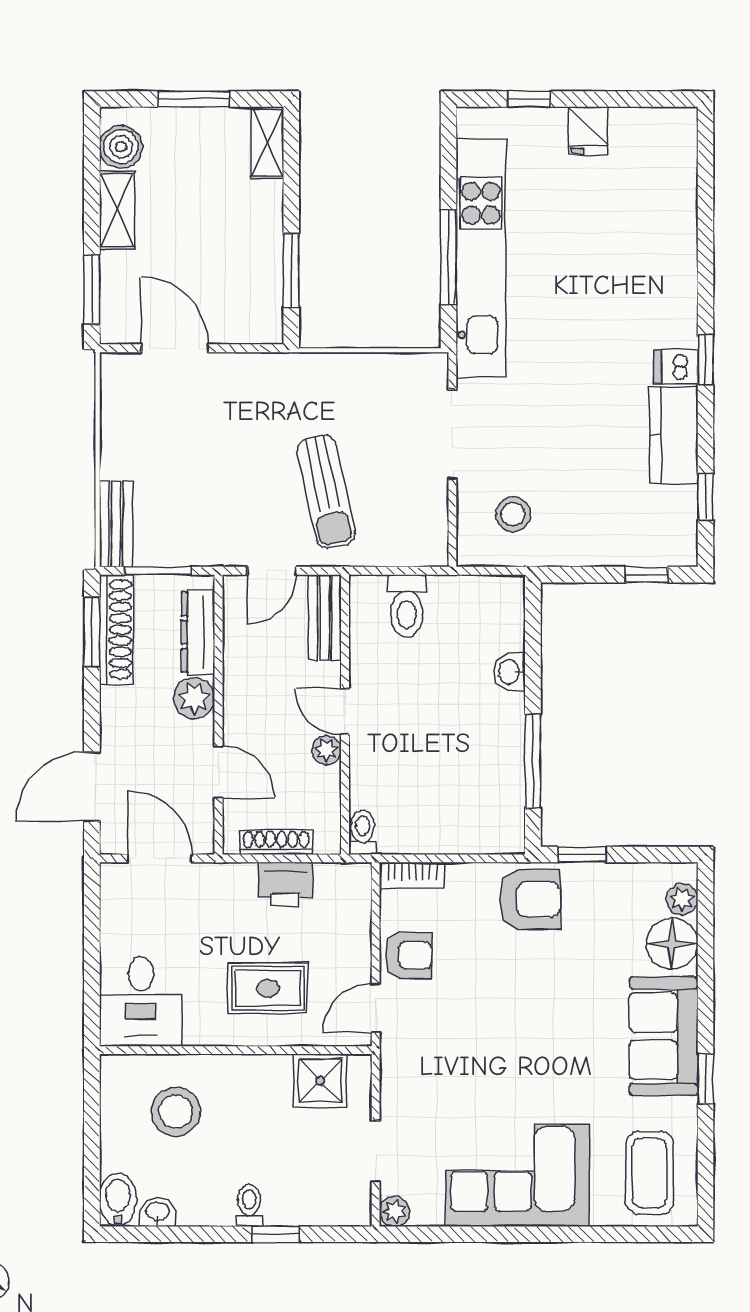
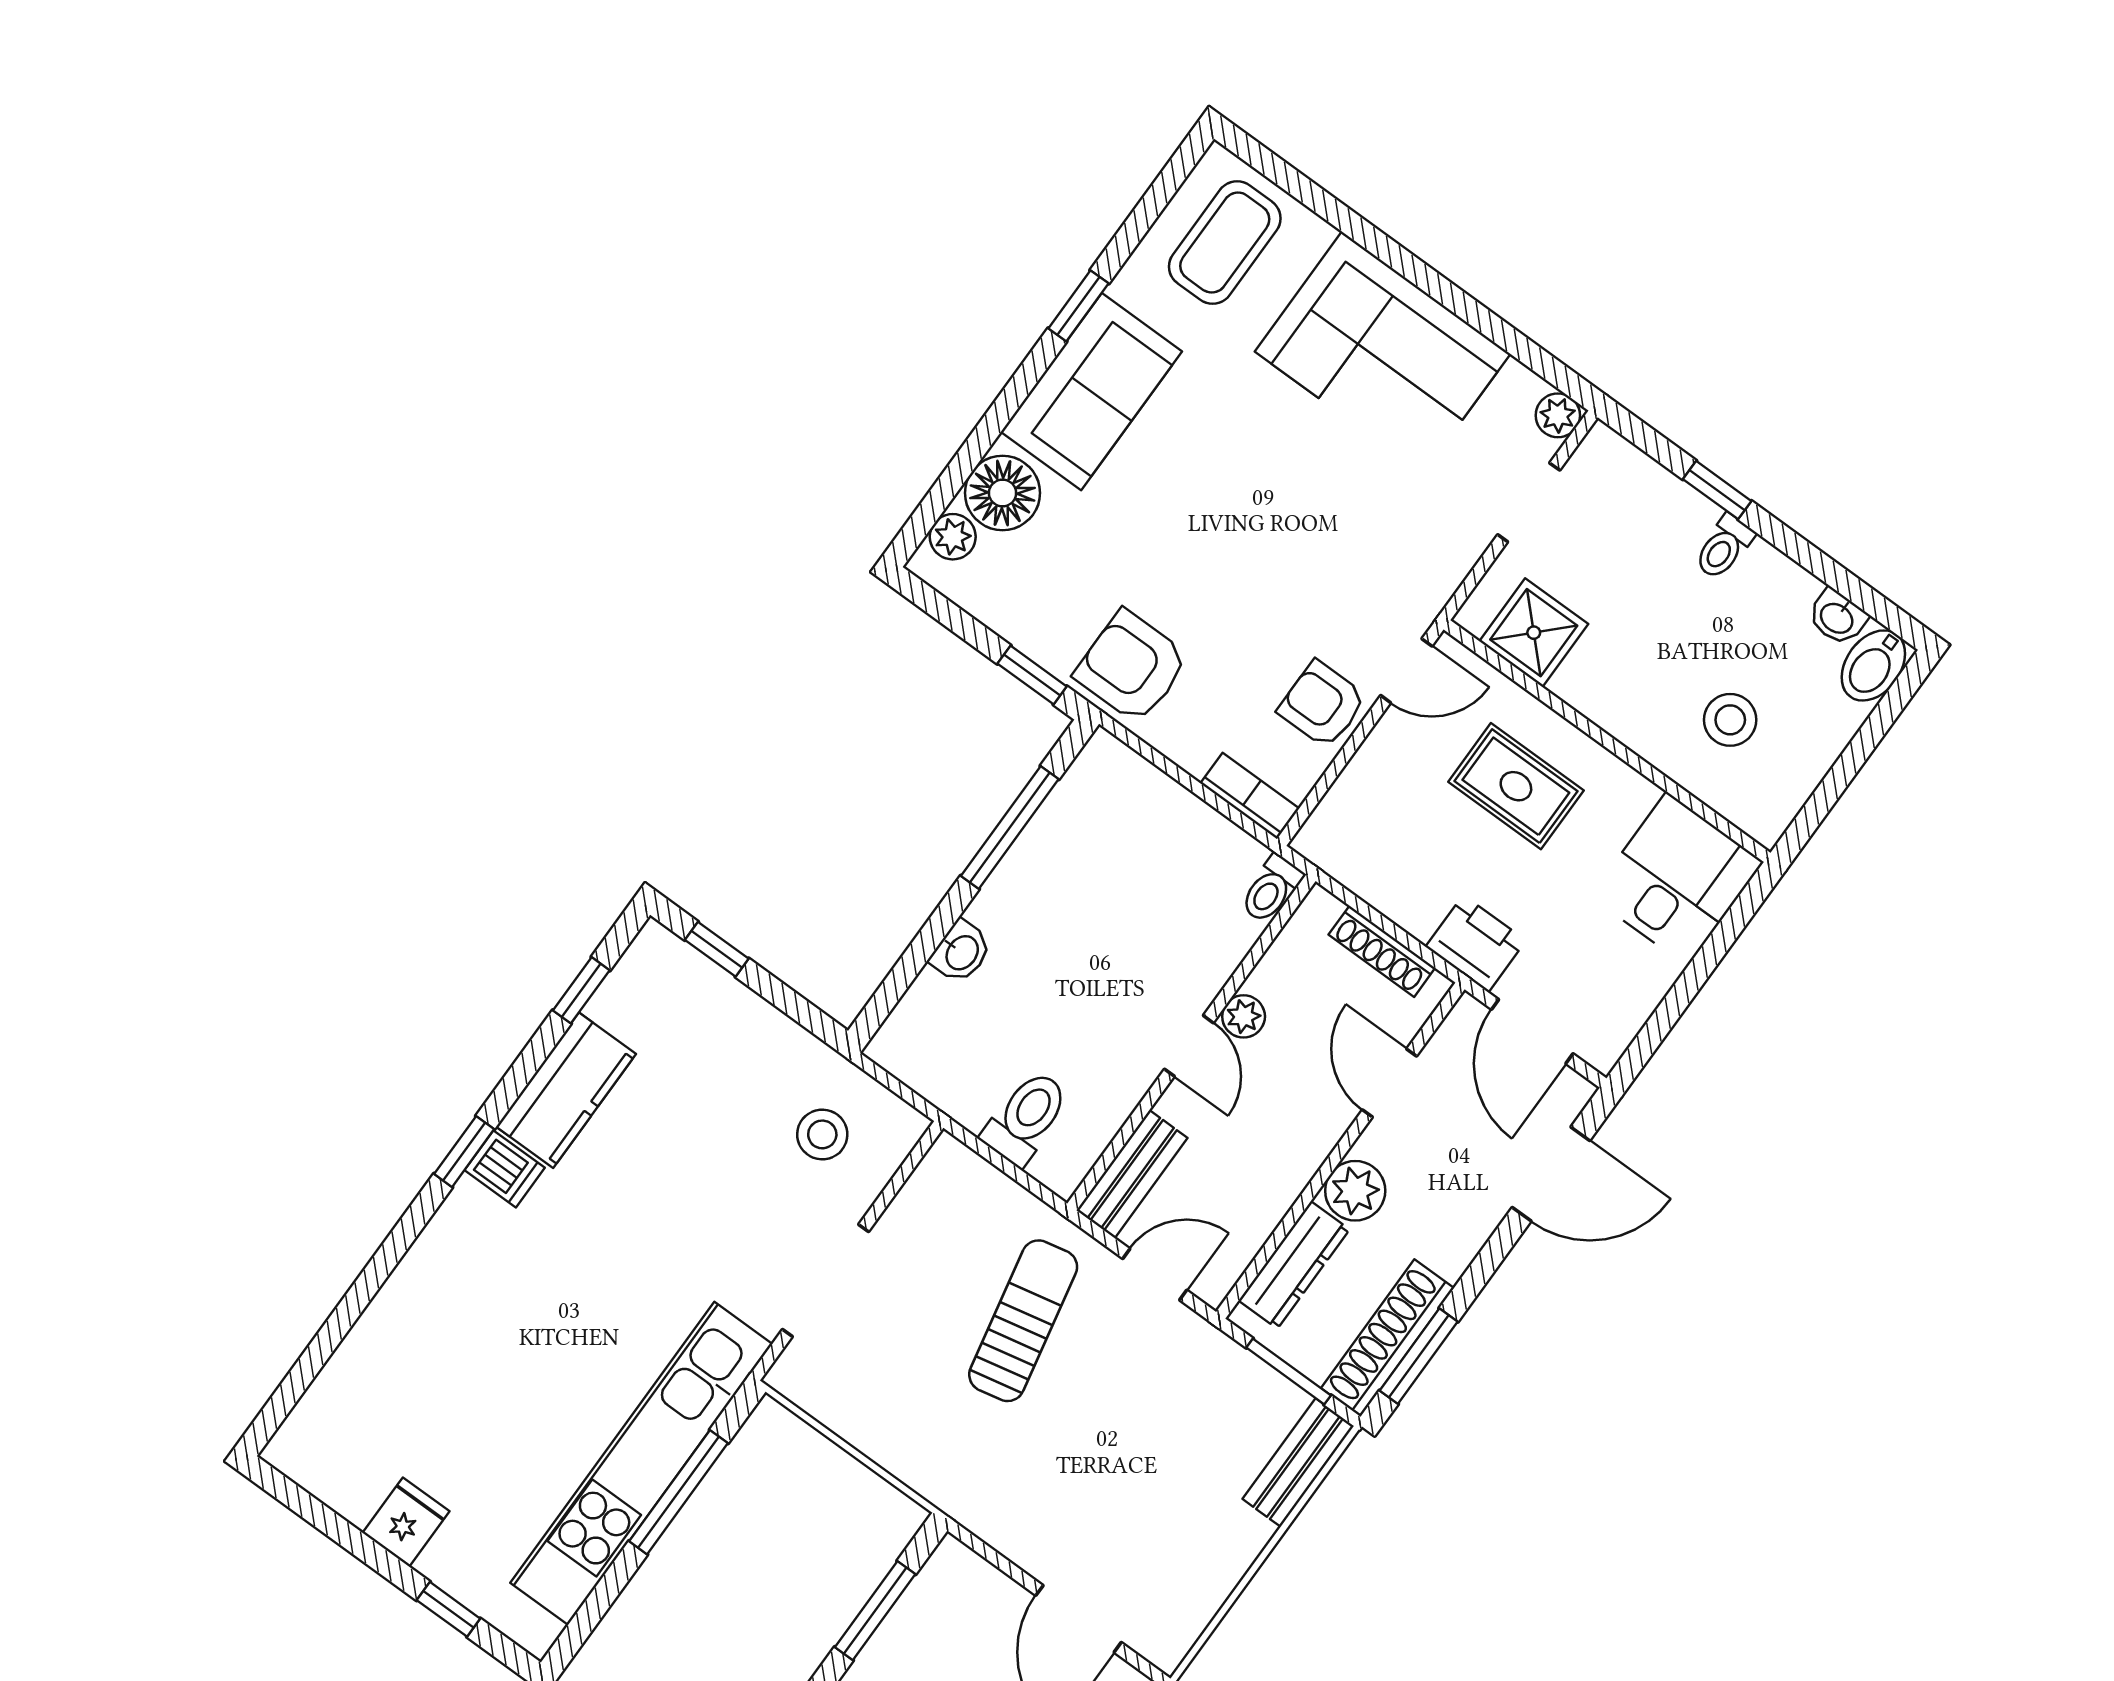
printer: (285, 884) -> (1476, 944), moved
stool: (176, 1112) -> (1730, 720), width x0.73, depth x0.73

